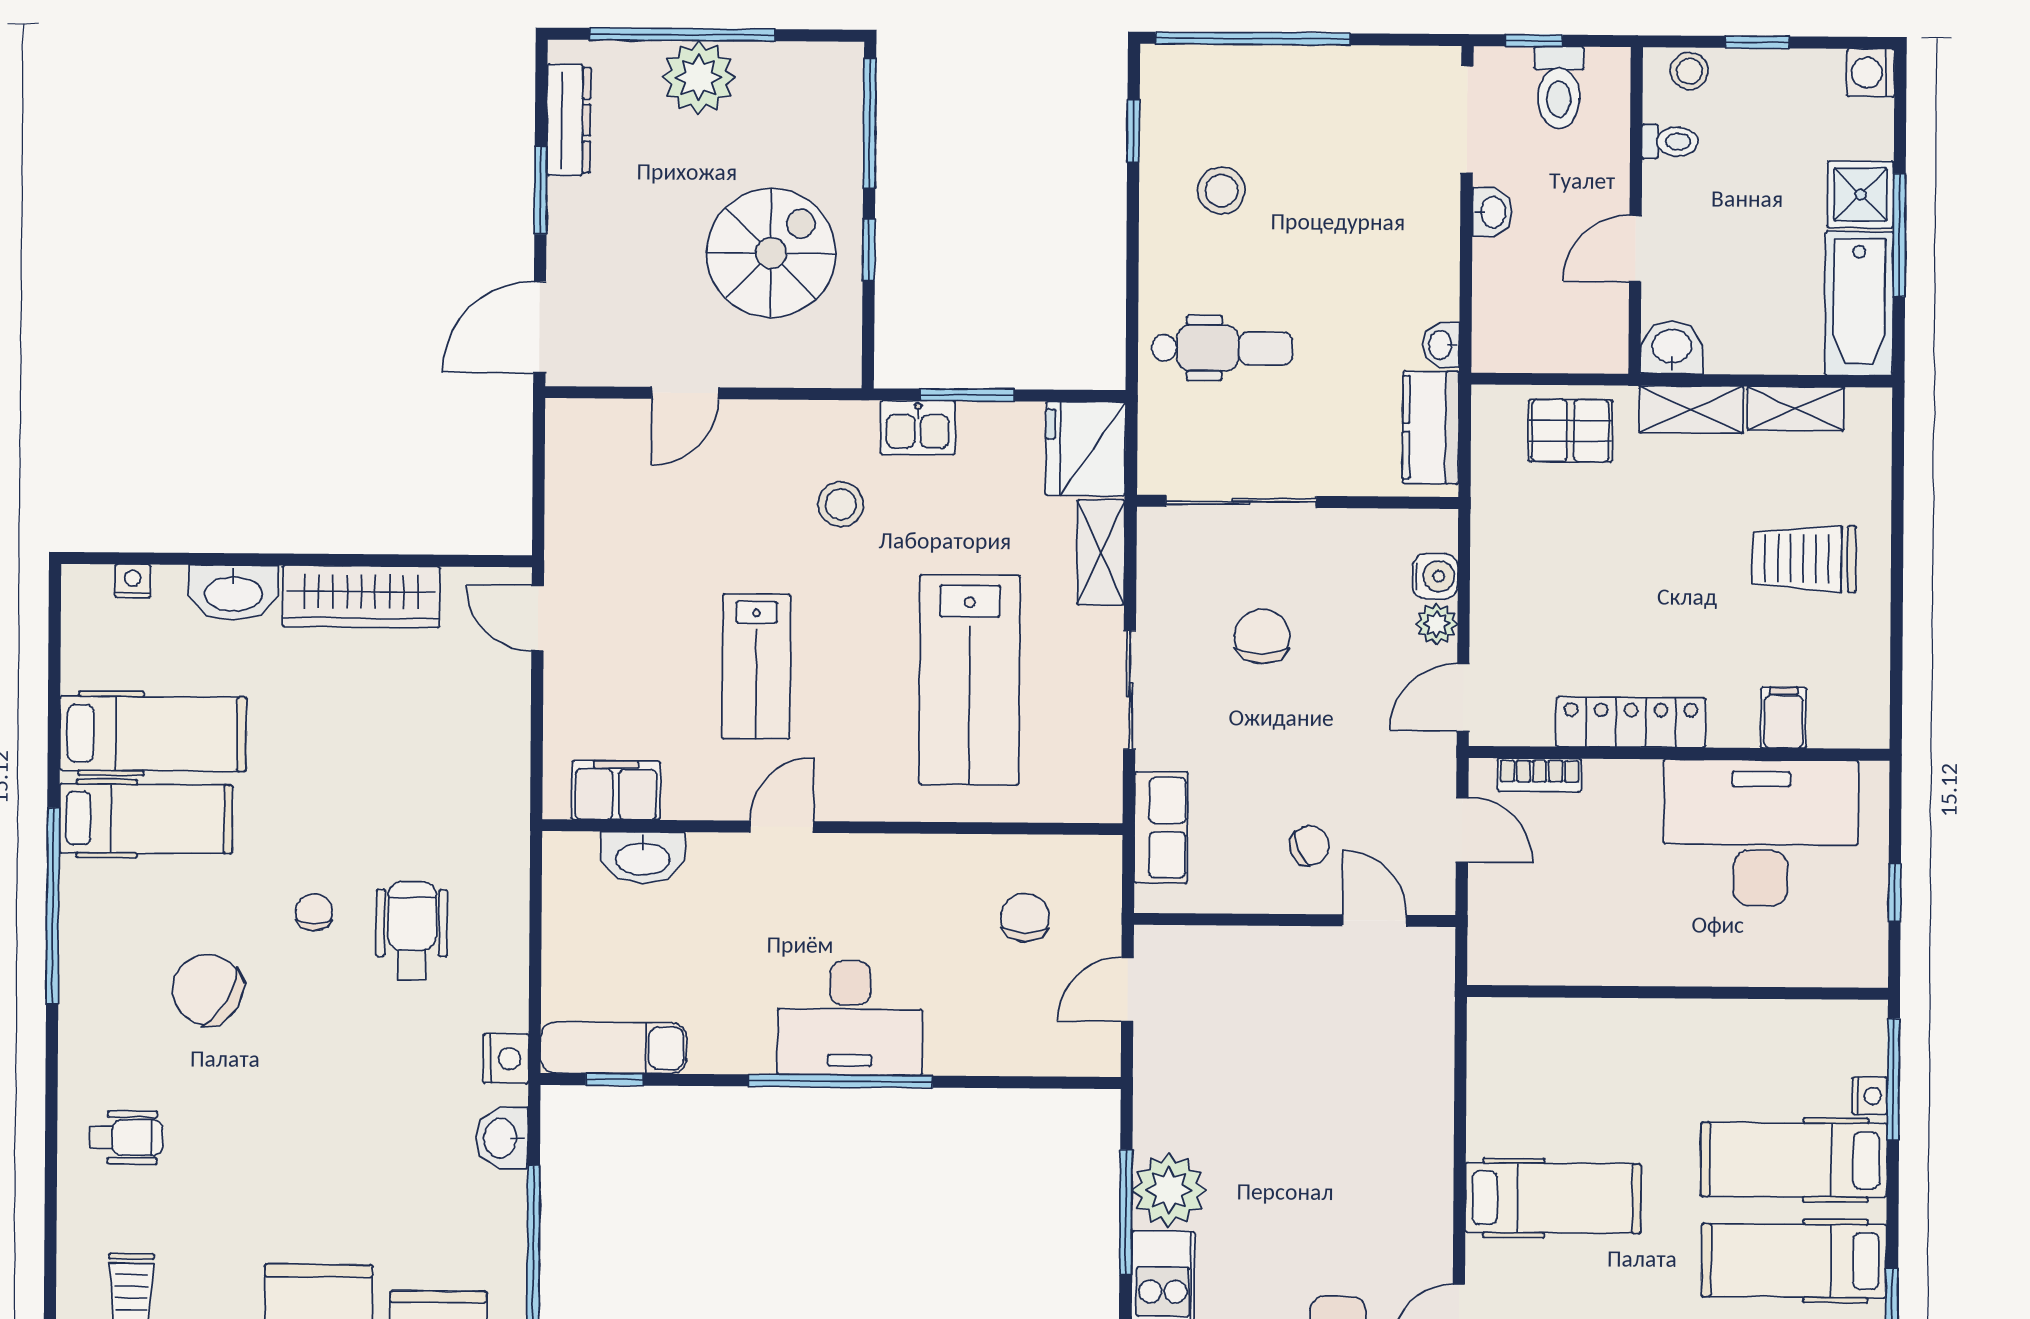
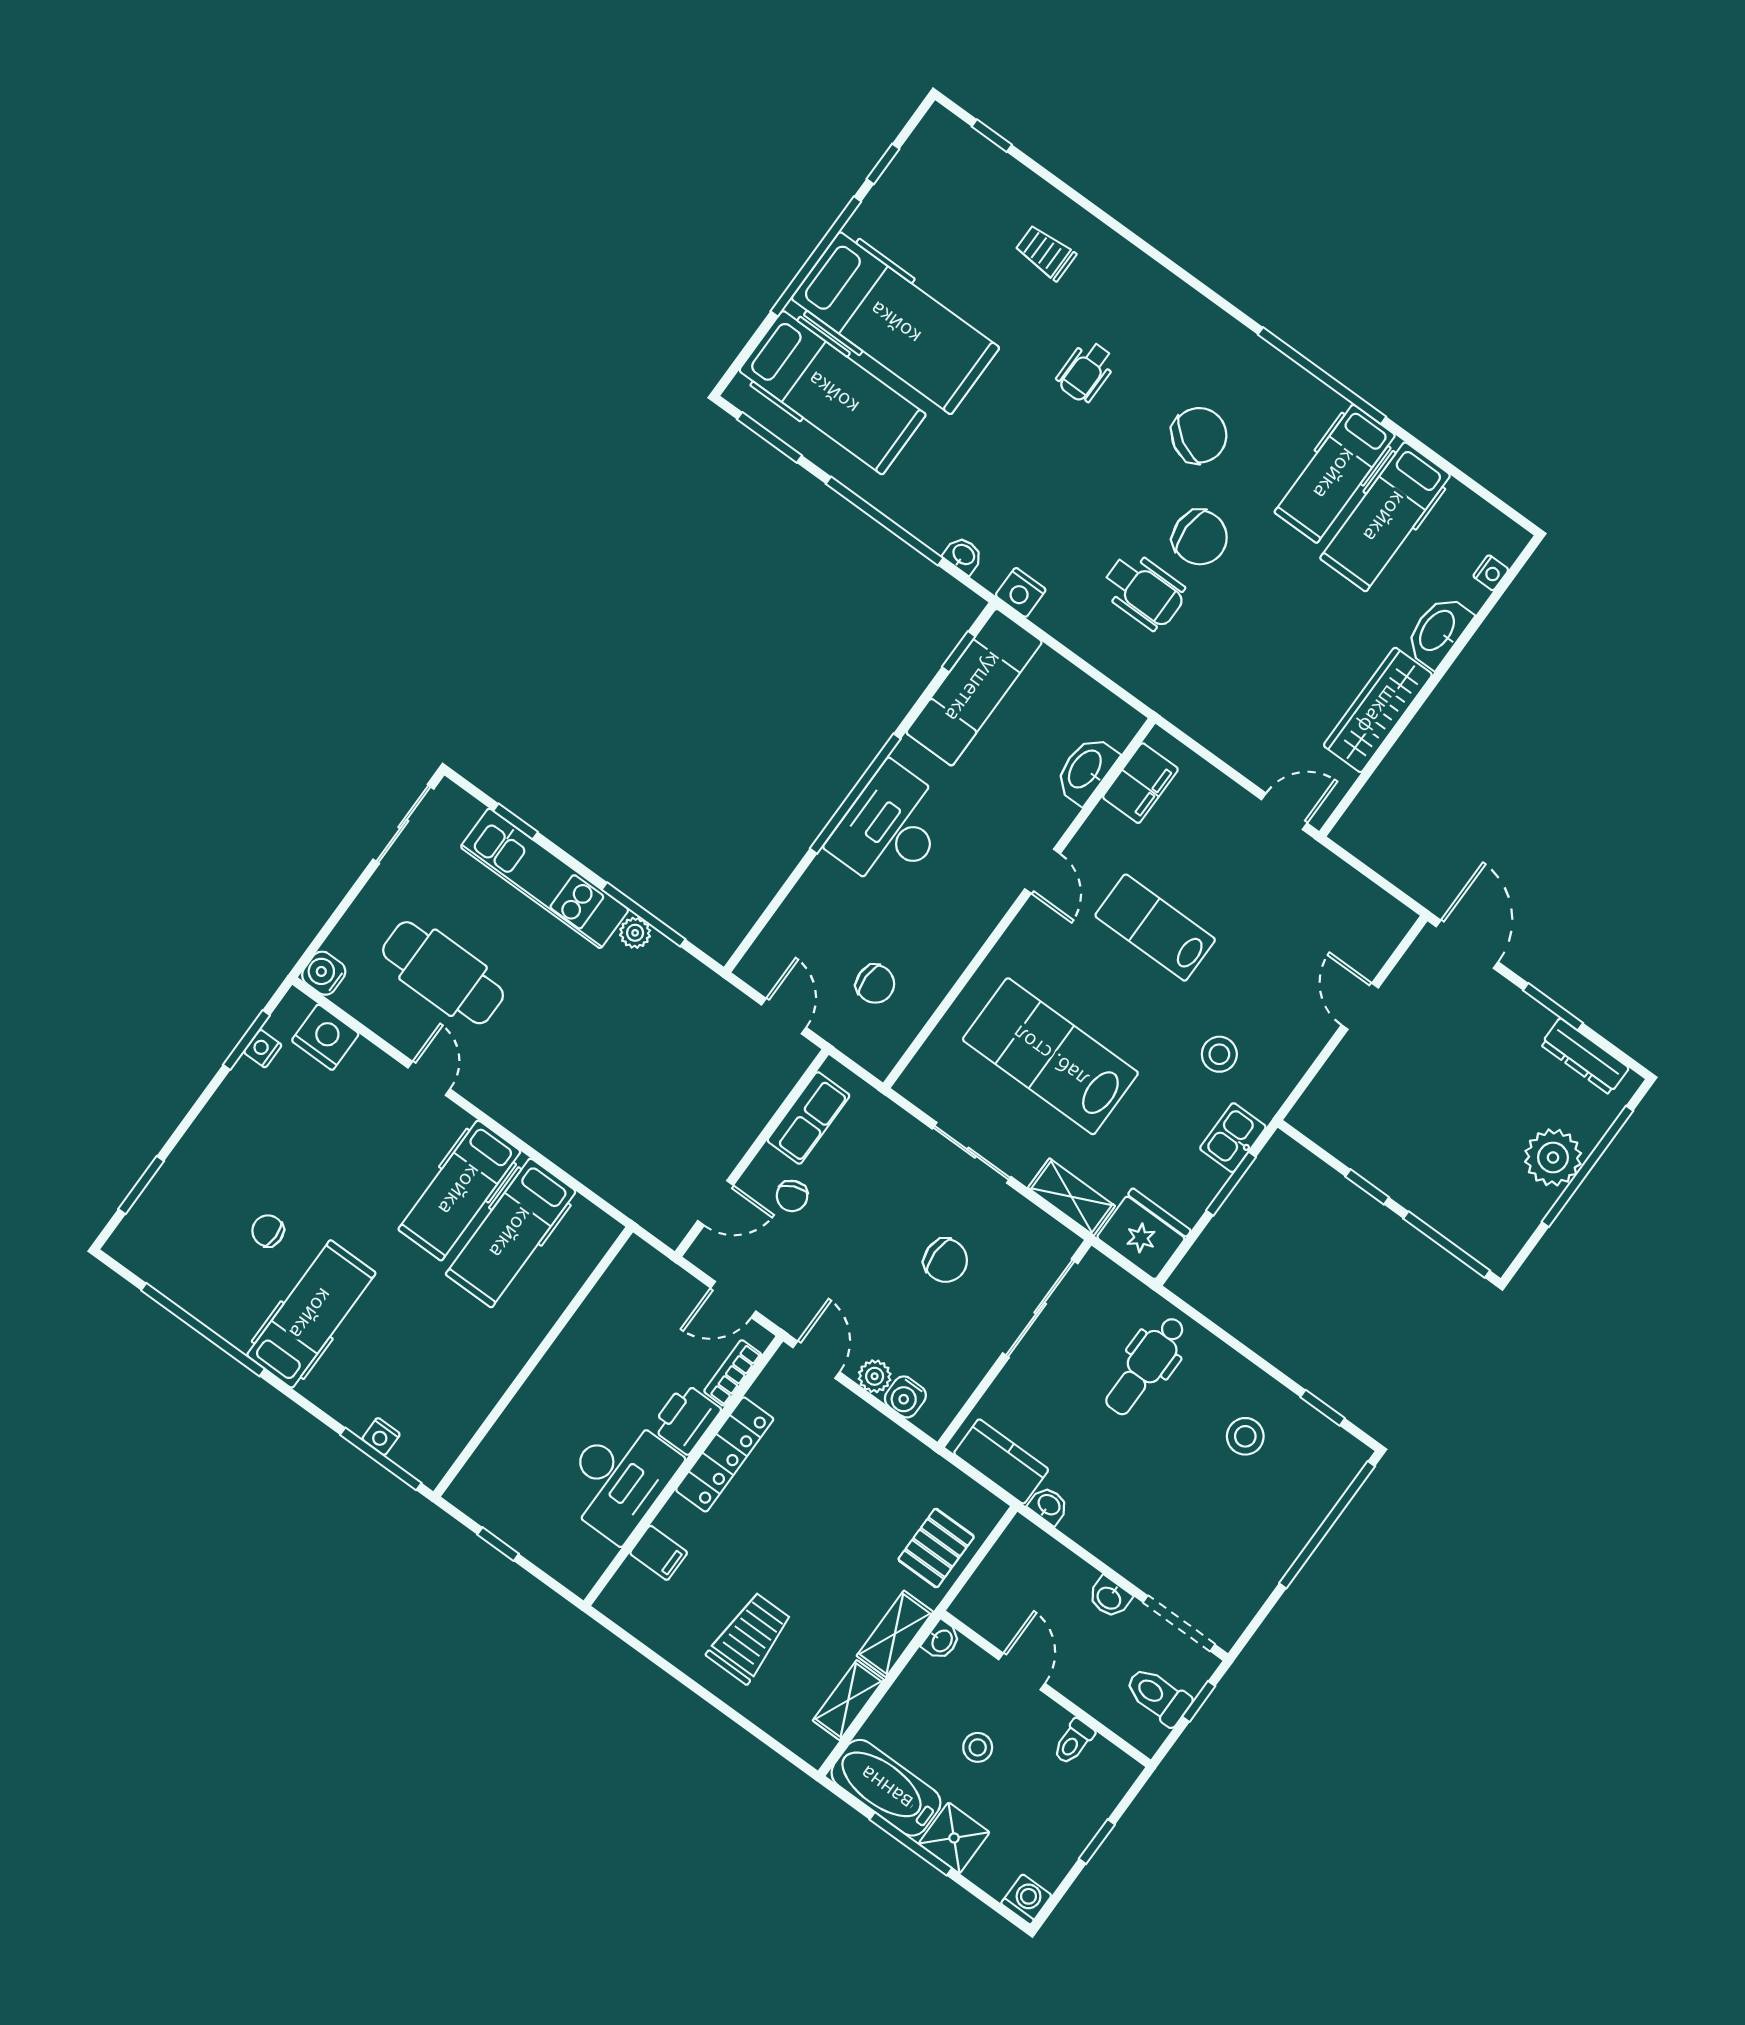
stool: (1689, 71) -> (978, 1747), moved
spiral stairs: (771, 253) -> (1409, 1124), removed
washbasin: (1672, 348) -> (941, 1640), width x0.72, depth x0.69
printer: (1622, 790) -> (686, 1419), added
row of seats: (1161, 828) -> (808, 1118), moved, turned -90
desk: (1761, 833) -> (619, 1478), width x0.73, depth x0.77
chair: (314, 912) -> (1200, 537), width x1.87, depth x1.87
exam couch: (614, 1048) -> (974, 687), width x1.36, depth x1.45
wheelchair: (126, 1137) -> (1086, 372), moved
washbasin: (502, 1138) -> (963, 555), width x0.72, depth x0.69
hospital bed: (1794, 1160) -> (511, 1233), moved, turned 180
plant: (1169, 1190) -> (635, 933), width x0.53, depth x0.53

